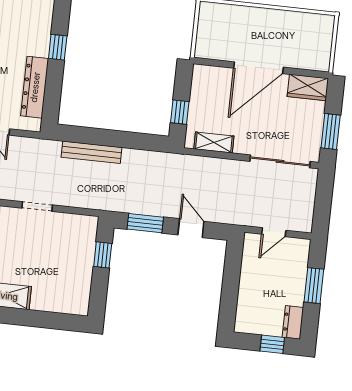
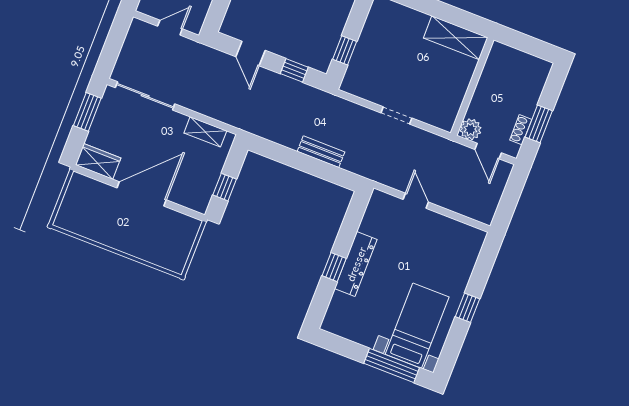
dresser: (35, 87) -> (356, 264), moved
window: (180, 112) -> (225, 187), moved
bench: (91, 152) -> (321, 152), width x0.73
window: (145, 223) -> (294, 70), width x0.67

